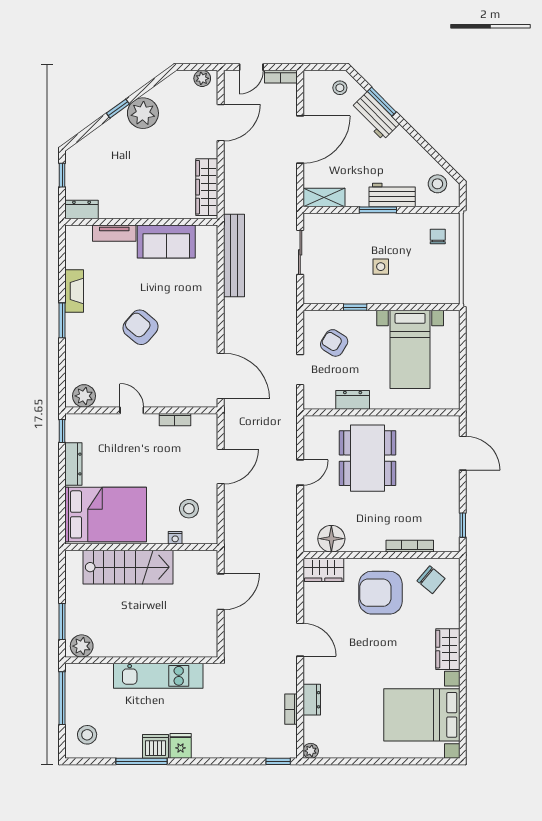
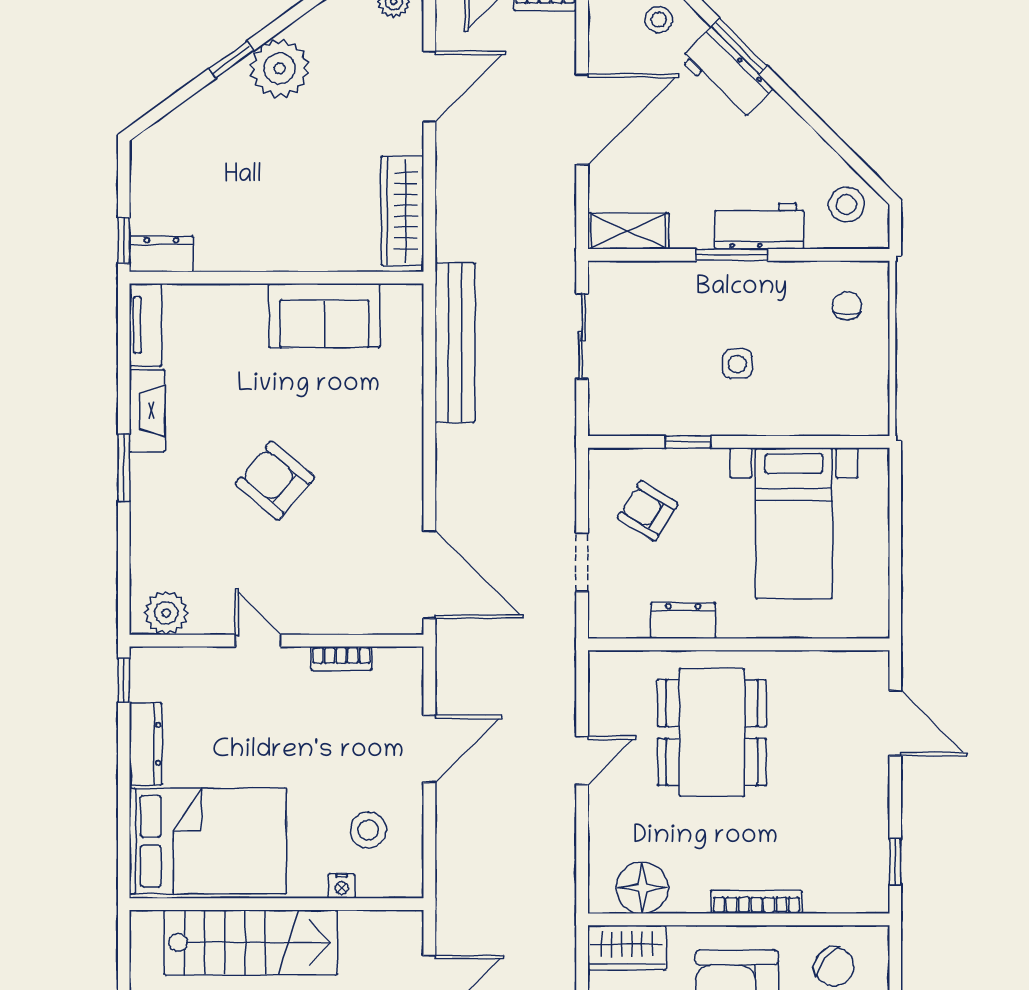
window: (62, 175) -> (124, 240), moved
tv unit: (114, 233) -> (145, 325), moved, turned -90
bookcase: (410, 546) -> (757, 902), moved

